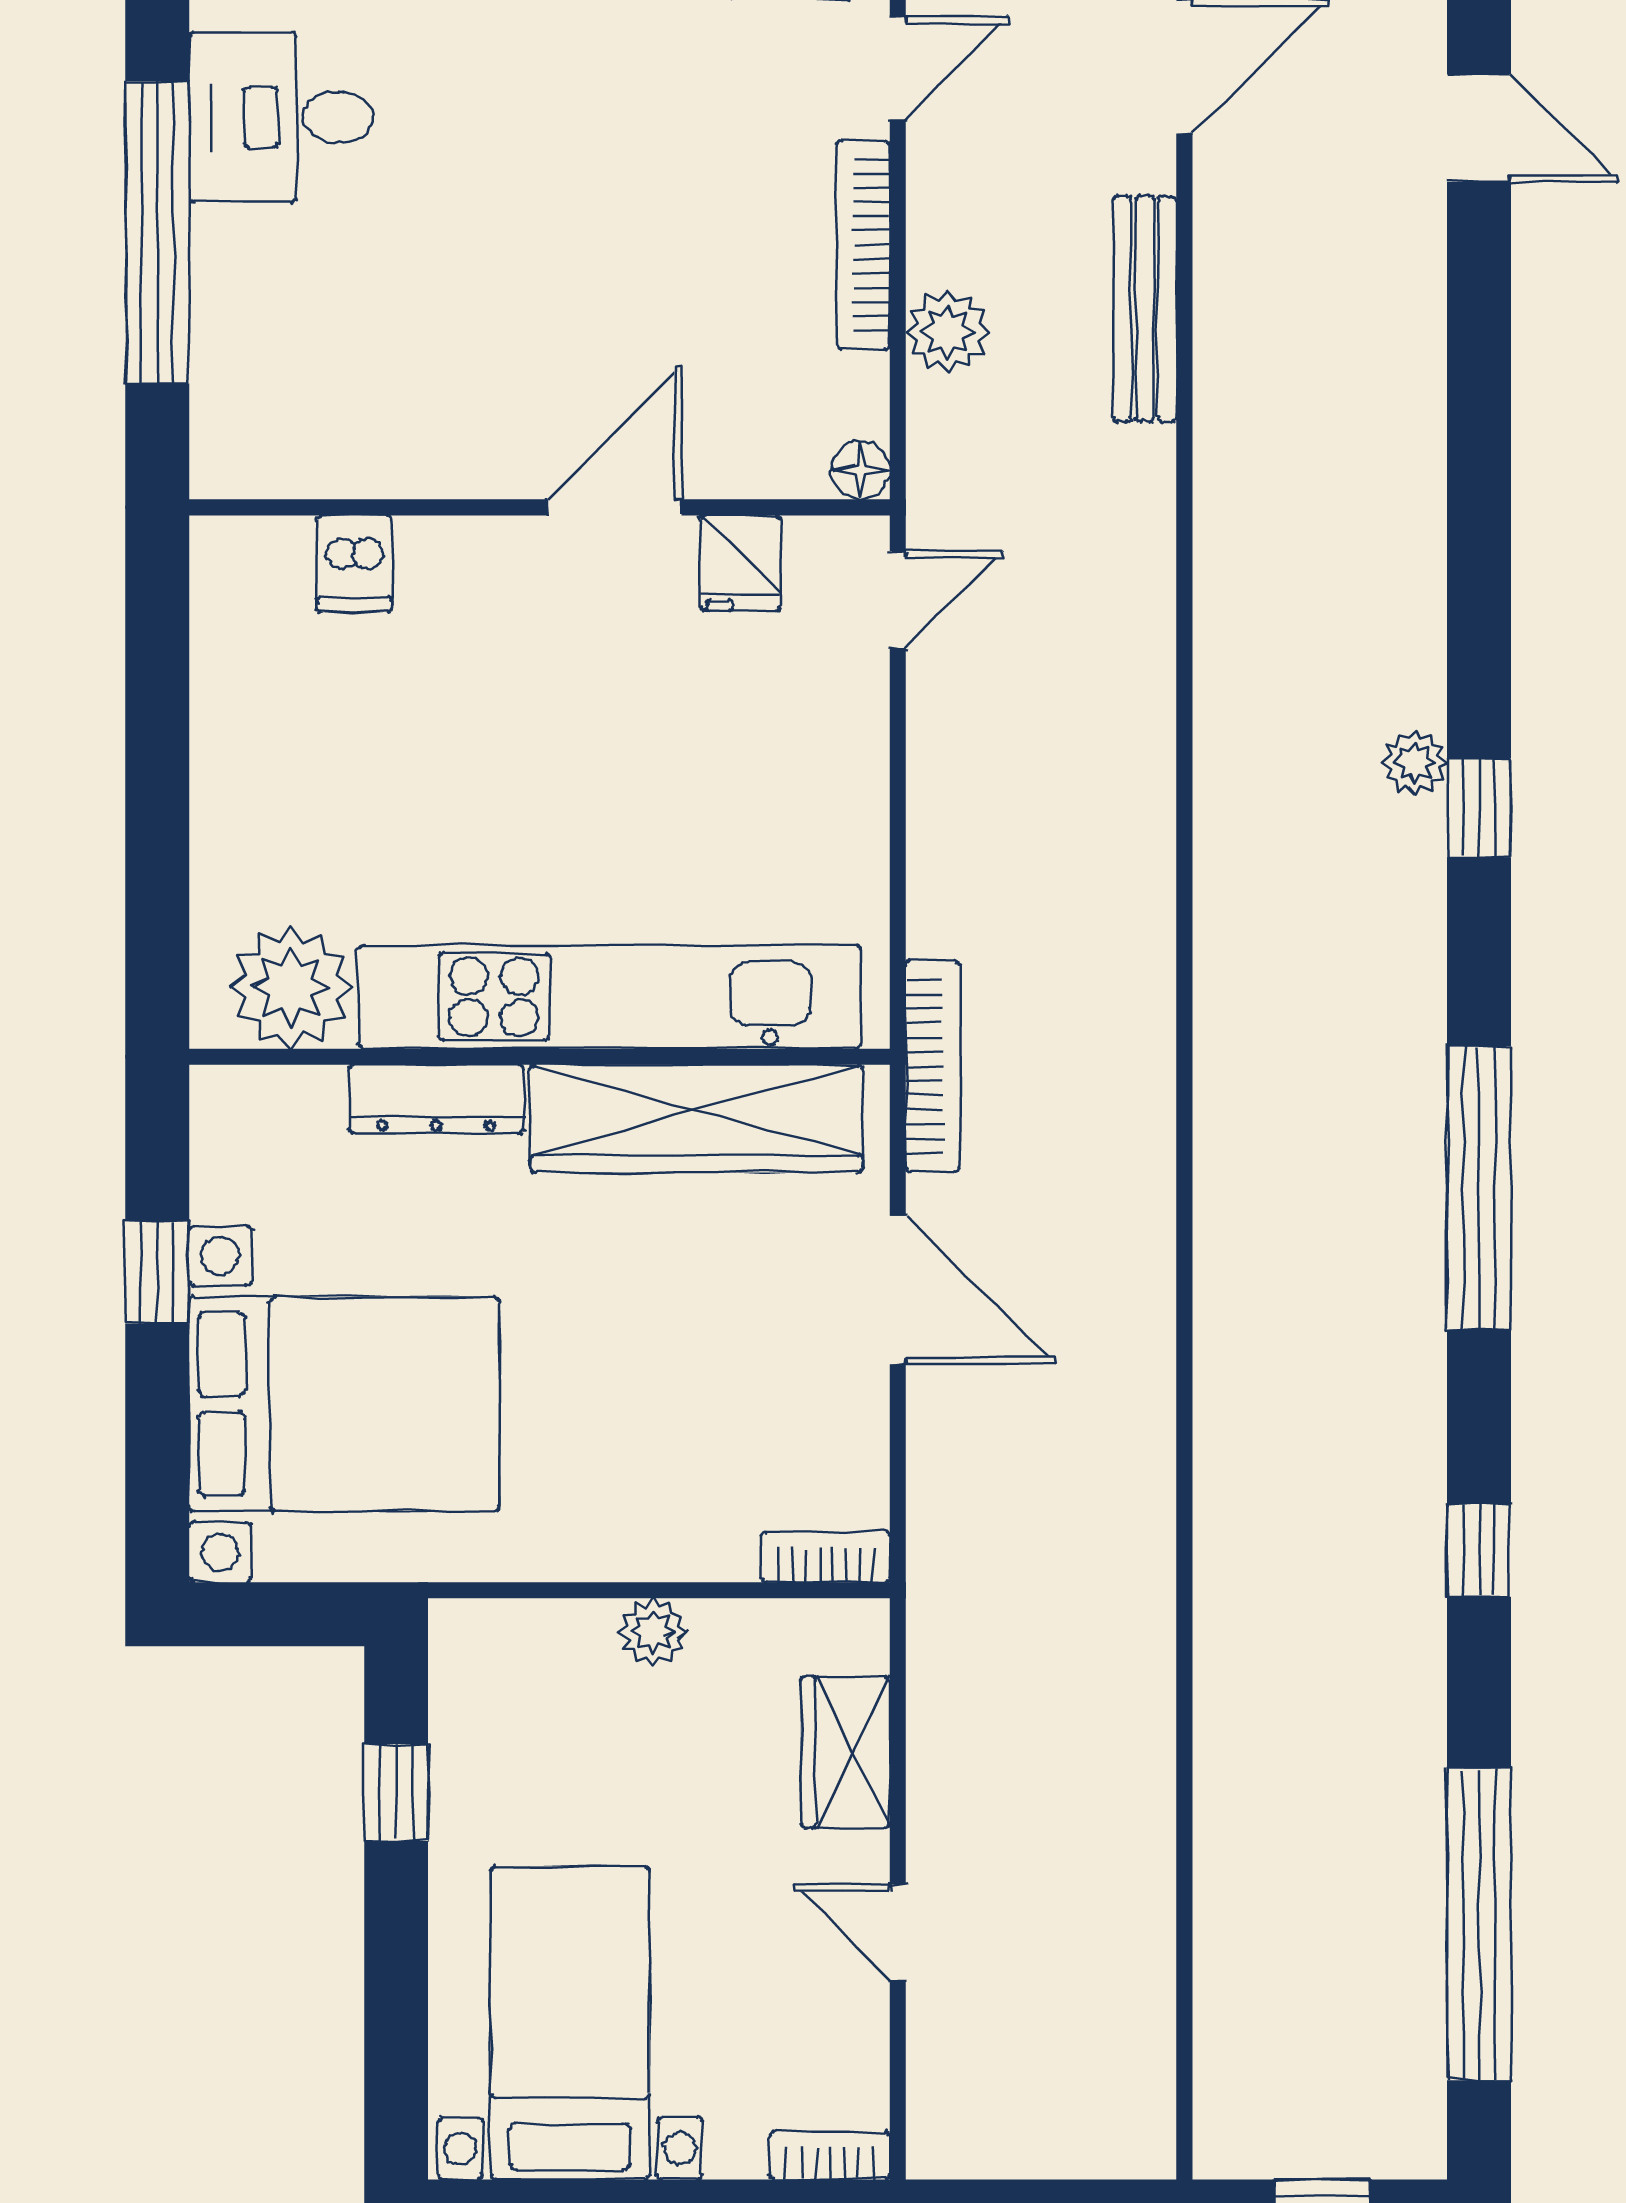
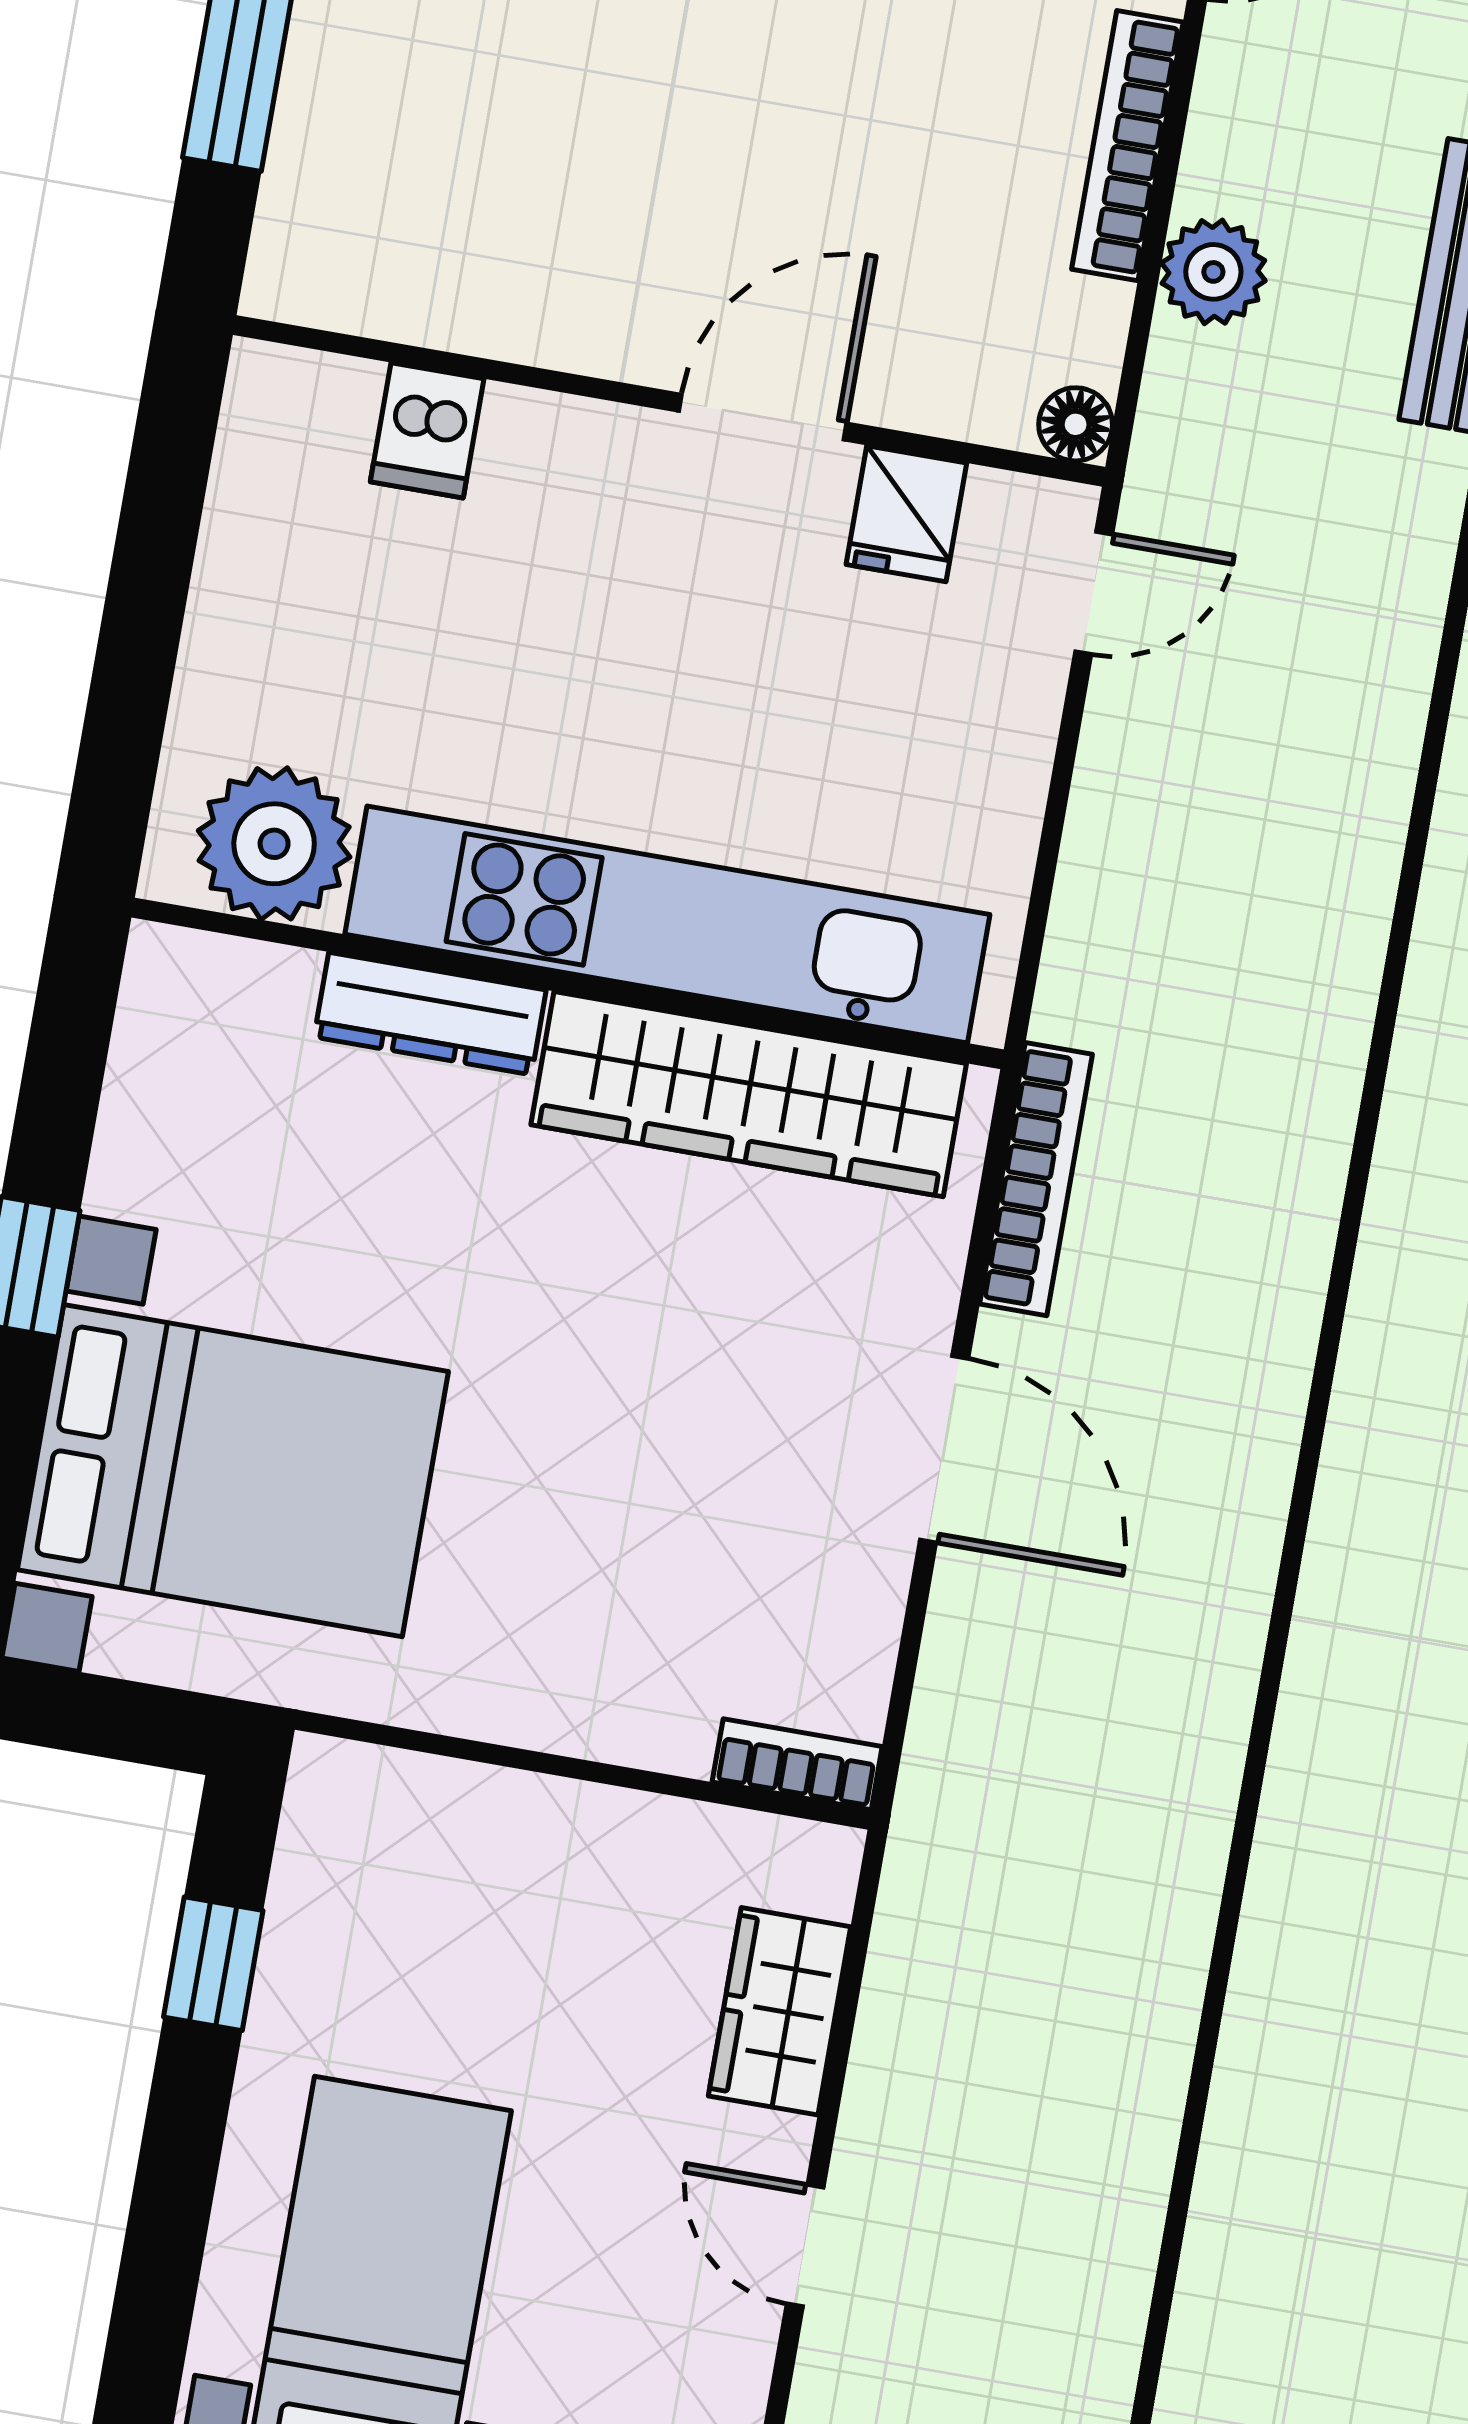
plant: (291, 987) -> (274, 844), moved
kitchen unit: (610, 997) -> (667, 924), moved
wall: (539, 1057) -> (567, 984), moved
dresser: (436, 1099) -> (430, 1014), moved
wardrobe: (696, 1119) -> (749, 1094), moved
plant: (653, 1632) -> (566, 1820), removed

